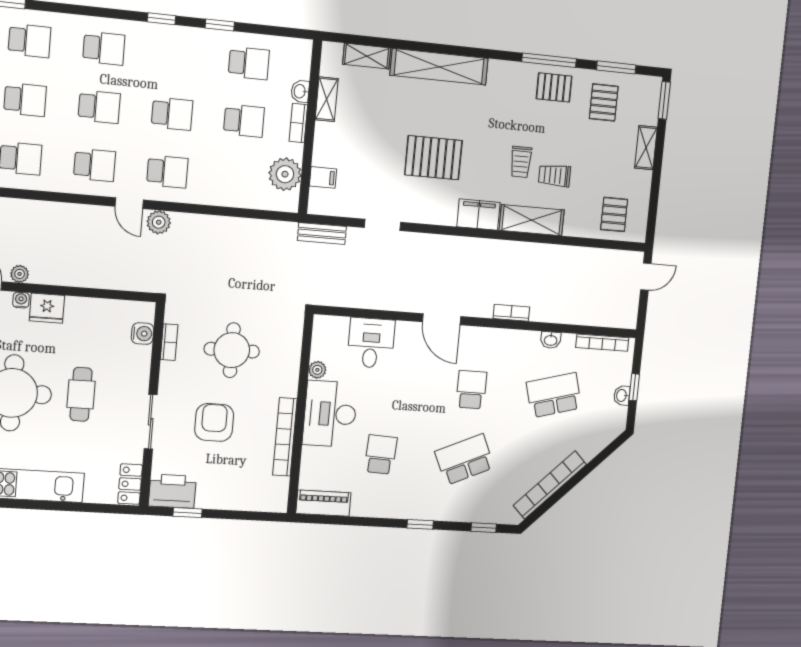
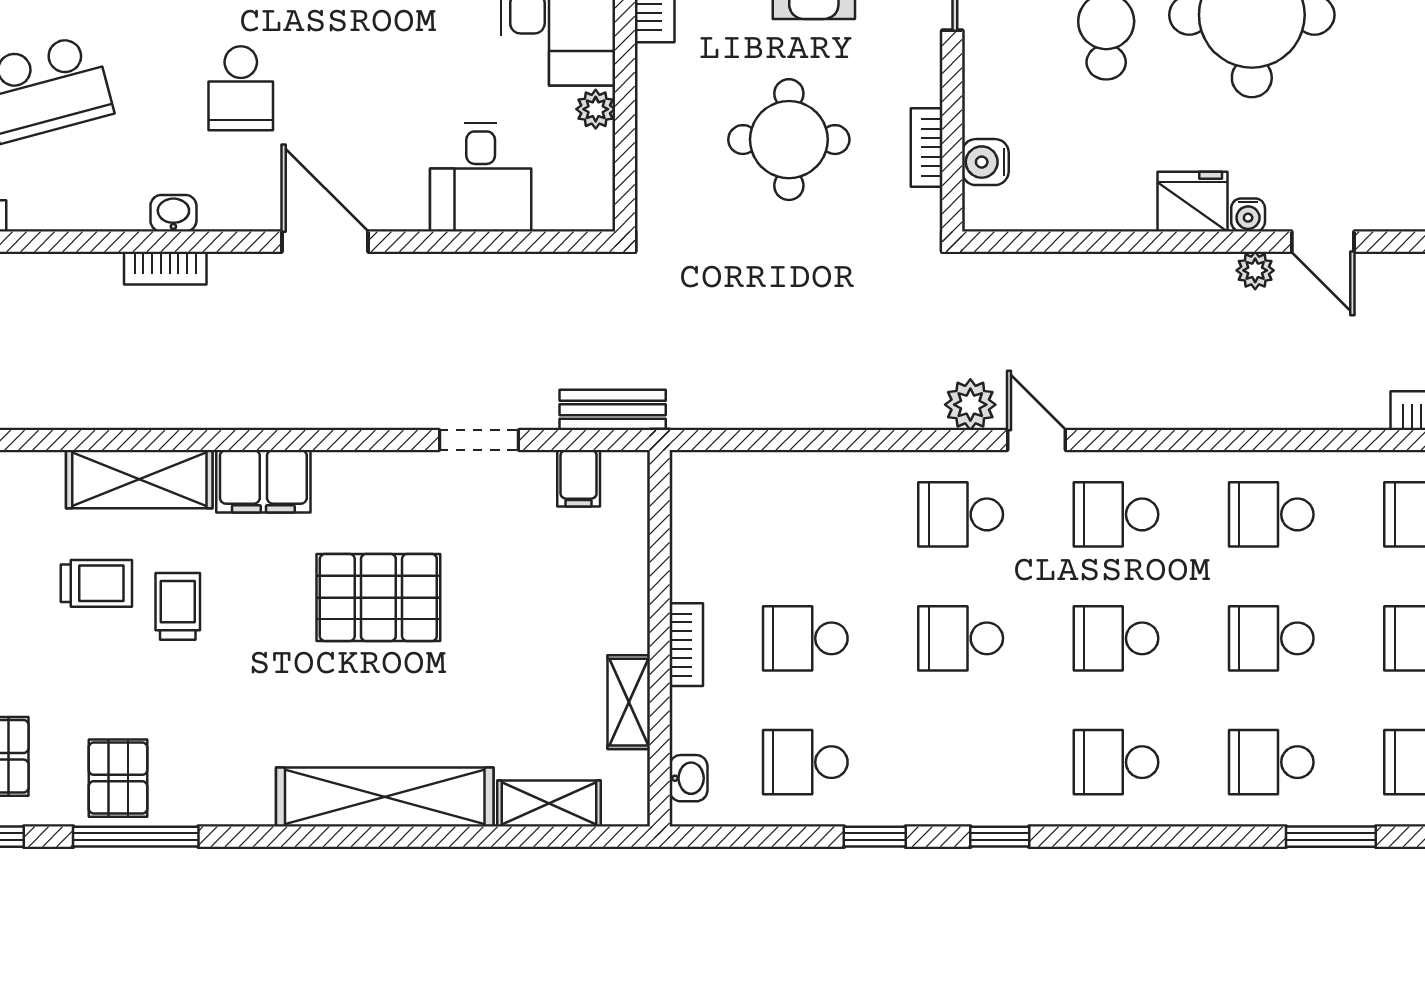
pallet: (554, 87) -> (118, 778), turned 90
washbasin: (300, 91) -> (688, 778), moved
plant: (285, 174) -> (706, 532), removed
filing cabinet: (323, 177) -> (579, 478), moved, turned -90
washbasin: (551, 340) -> (173, 213), moved

